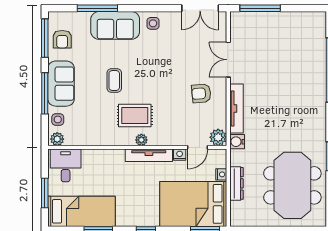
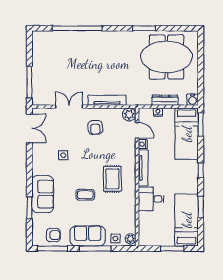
window: (97, 8) -> (29, 208), width x0.69
side table: (153, 23) -> (63, 155), moved
double door: (228, 60) -> (69, 107), swing flipped
plant: (141, 140) -> (131, 174), removed
water cooler: (237, 142) -> (193, 100), moved
desk: (66, 165) -> (151, 199), moved
bed: (193, 204) -> (187, 134), width x0.67

